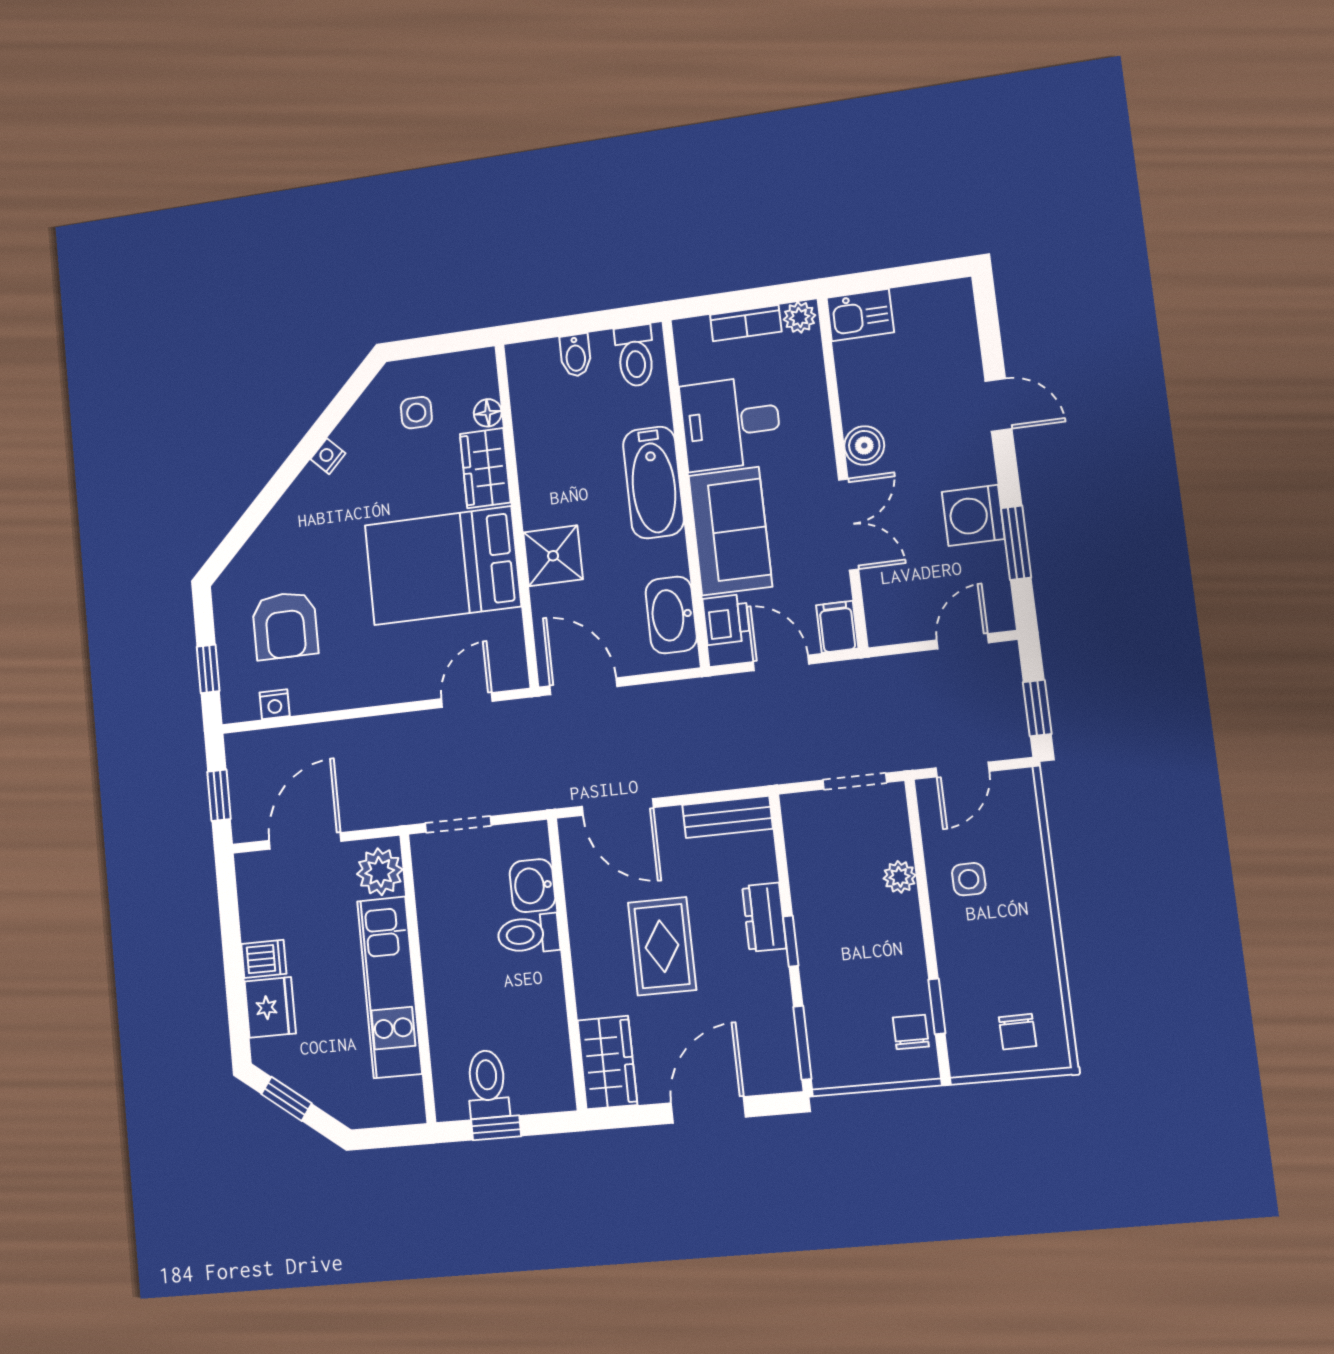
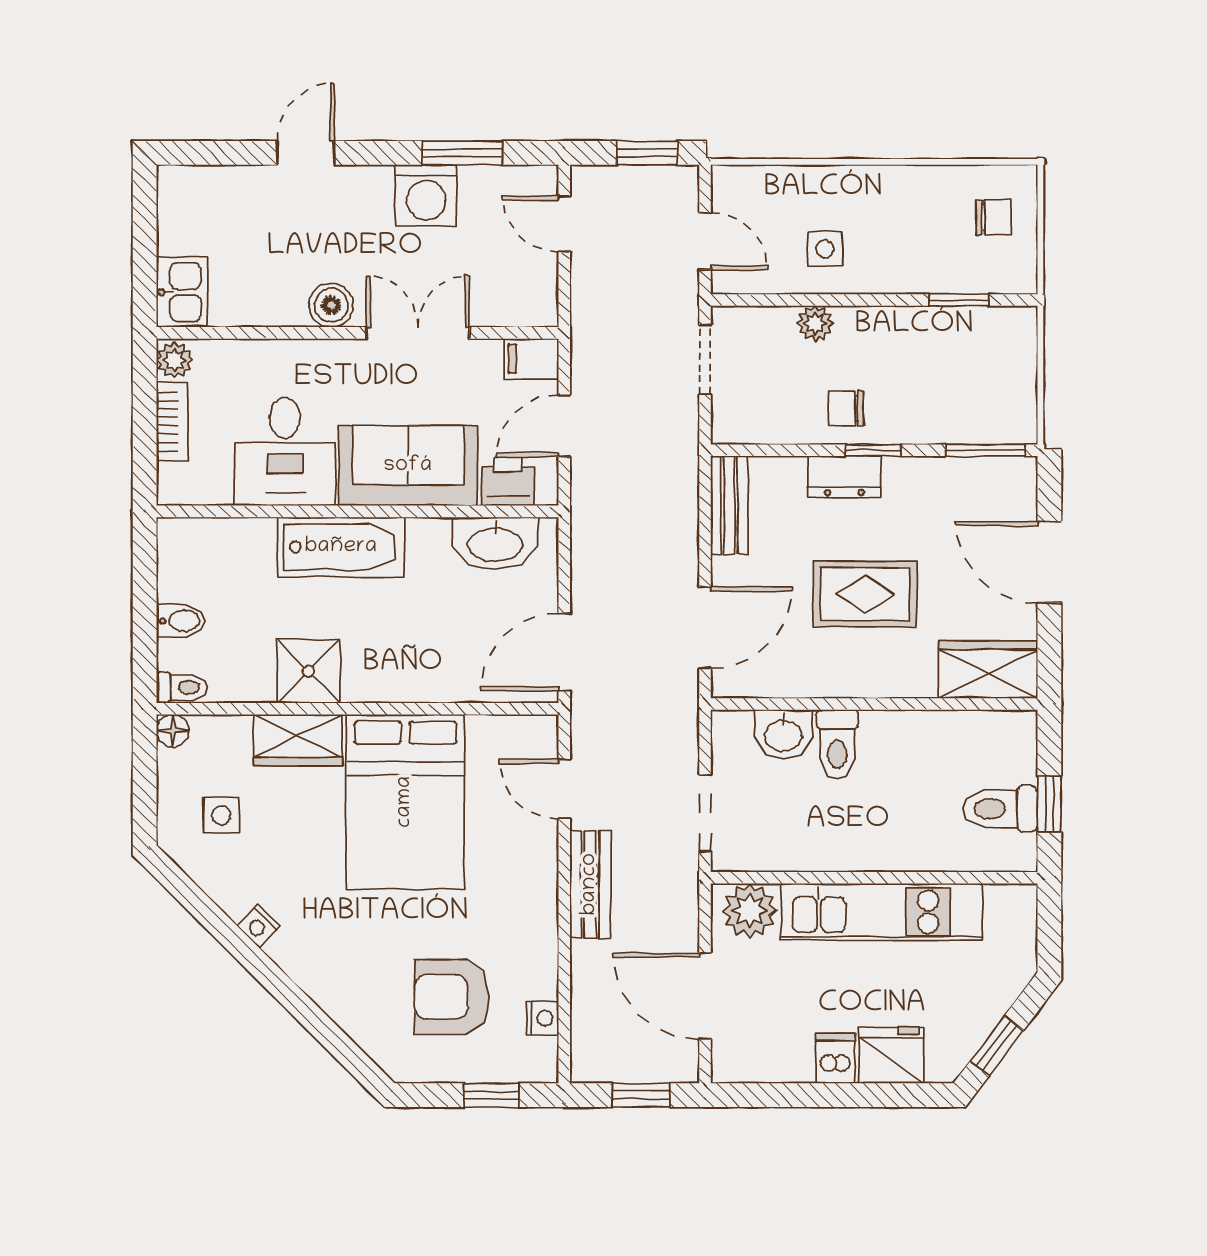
toilet: (635, 356) -> (182, 687), moved, width x0.73, depth x0.72
floor lamp: (488, 413) -> (173, 731), moved
shower: (553, 556) -> (308, 671), moved
armchair: (285, 625) -> (452, 997), turned 180
bench: (389, 732) -> (590, 884), added
chair: (911, 1032) -> (846, 408), moved

